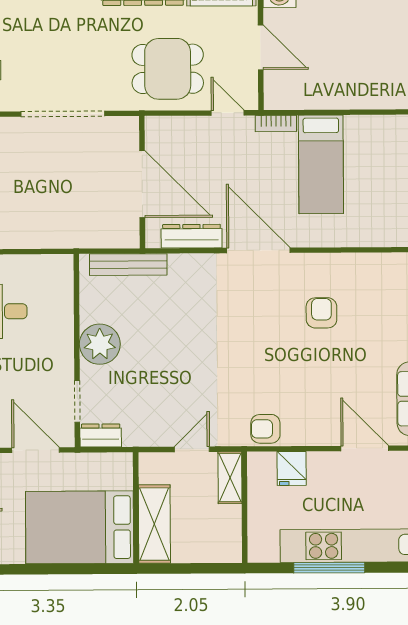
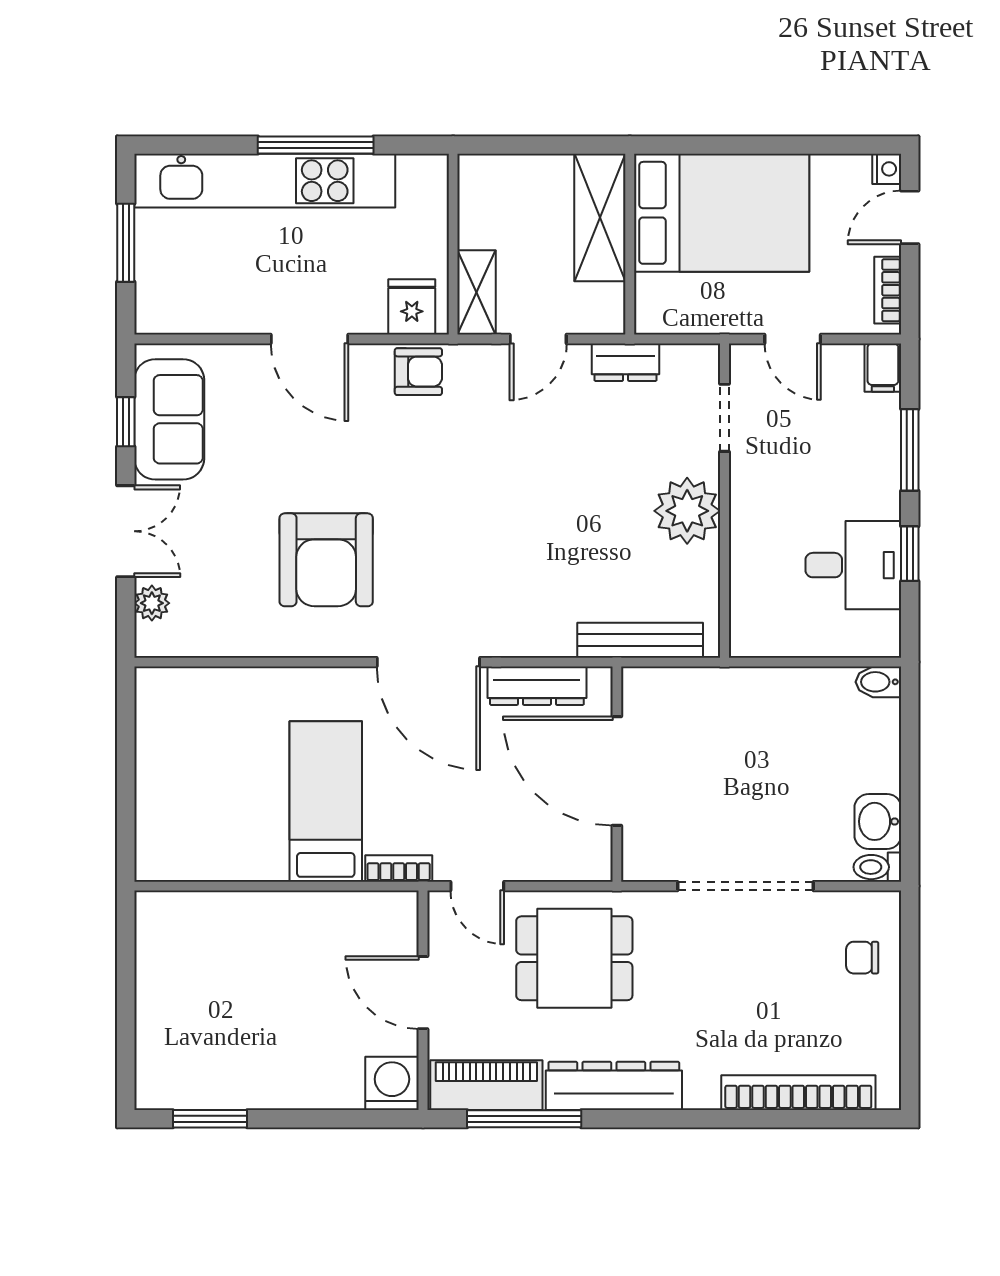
armchair: (321, 313) -> (326, 560), width x1.88, depth x1.88
dresser: (101, 435) -> (626, 362), moved
door: (365, 448) -> (310, 339), moved
door: (36, 450) -> (793, 339), width x0.73
fridge: (292, 468) -> (412, 307), moved

